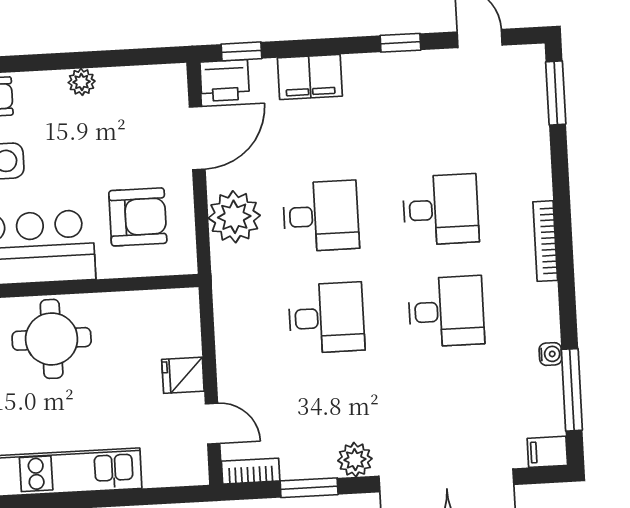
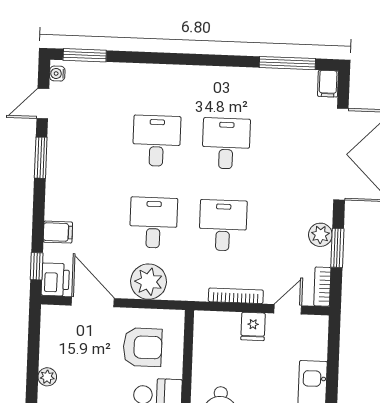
window: (400, 43) -> (41, 158), width x1.50
filing cabinet: (310, 77) -> (58, 232), width x0.50
armchair: (138, 217) -> (143, 347), turned 90
bookcase: (545, 241) -> (236, 296), moved, turned 180
water cooler: (550, 354) -> (57, 74), moved, turned -90
plant: (355, 460) -> (320, 235), moved

